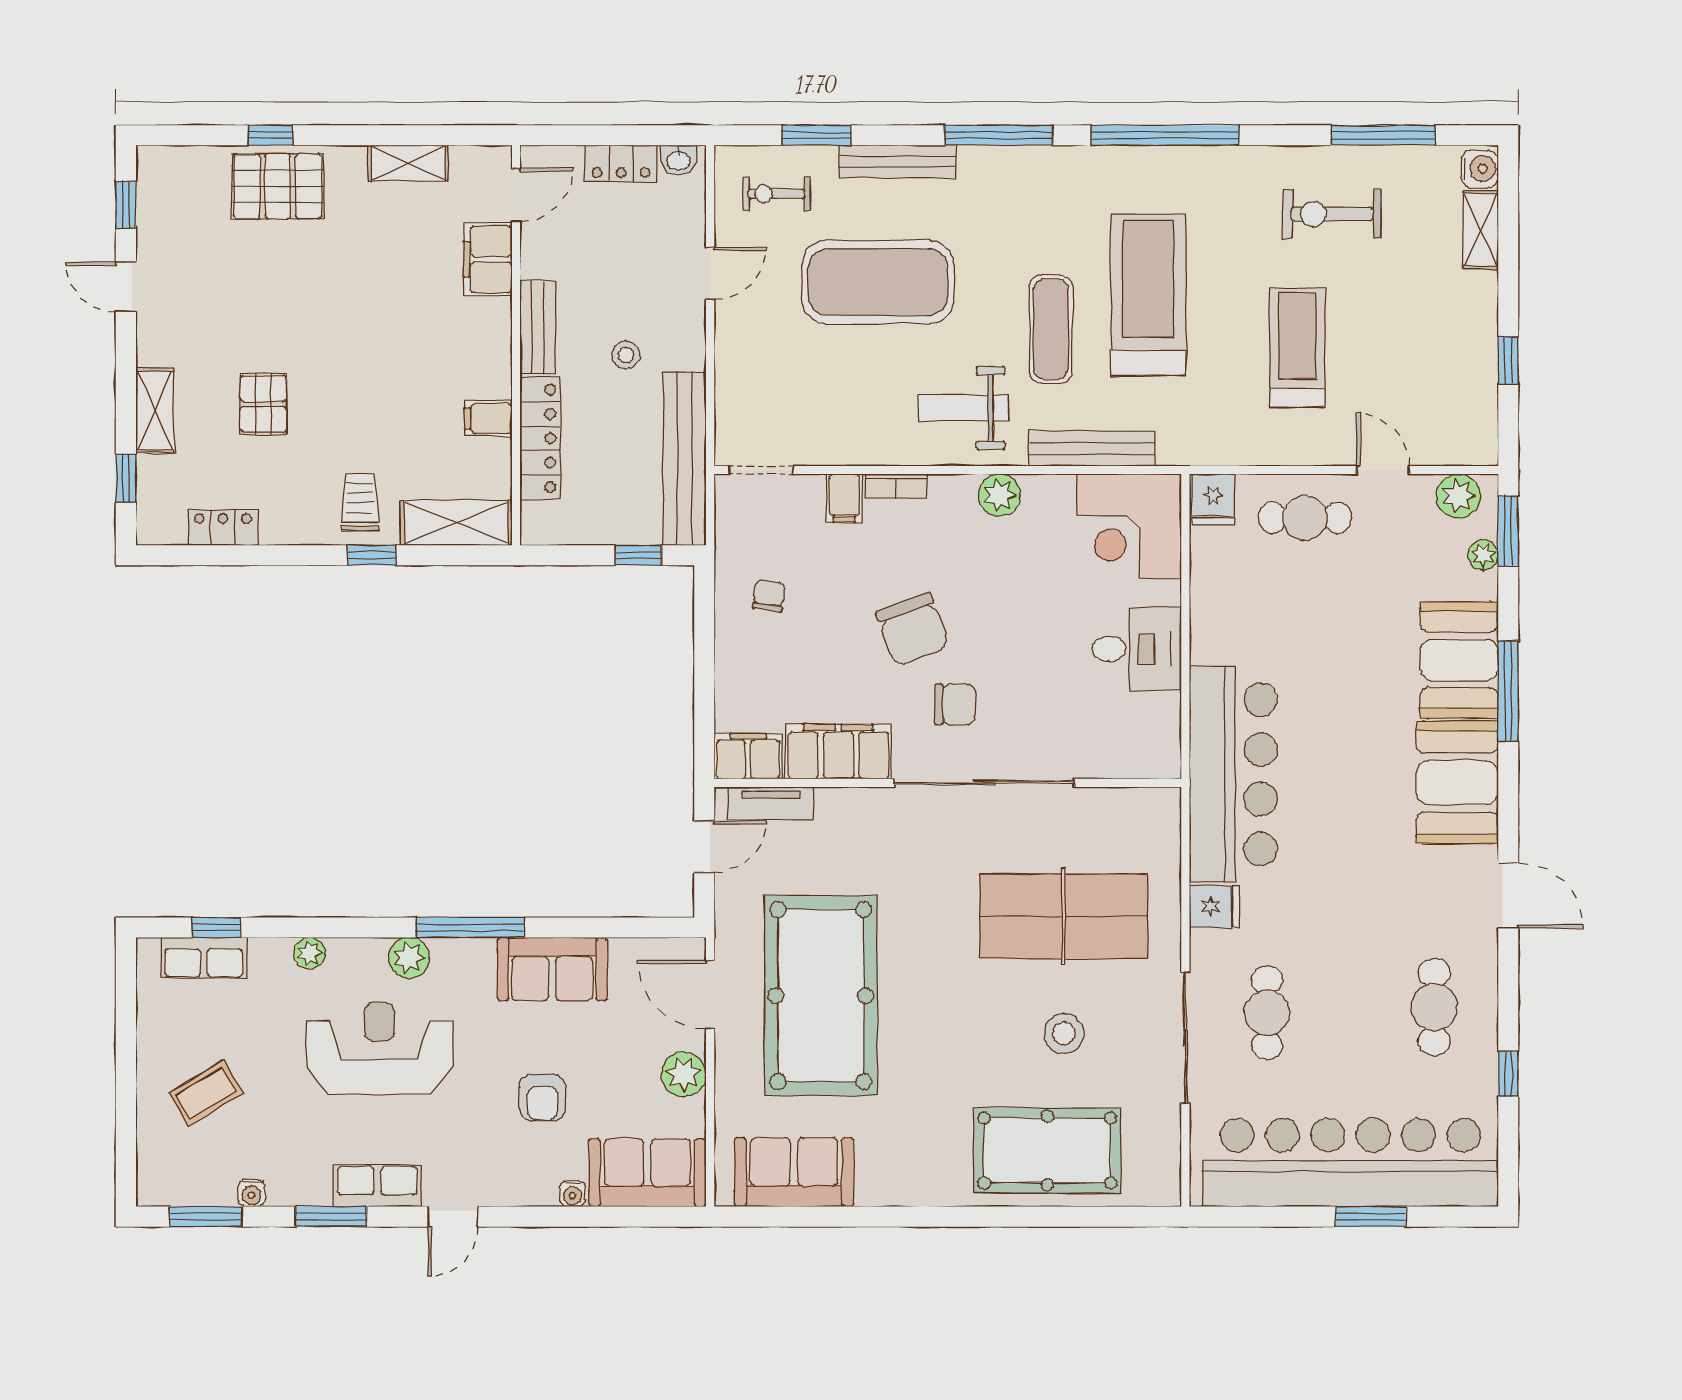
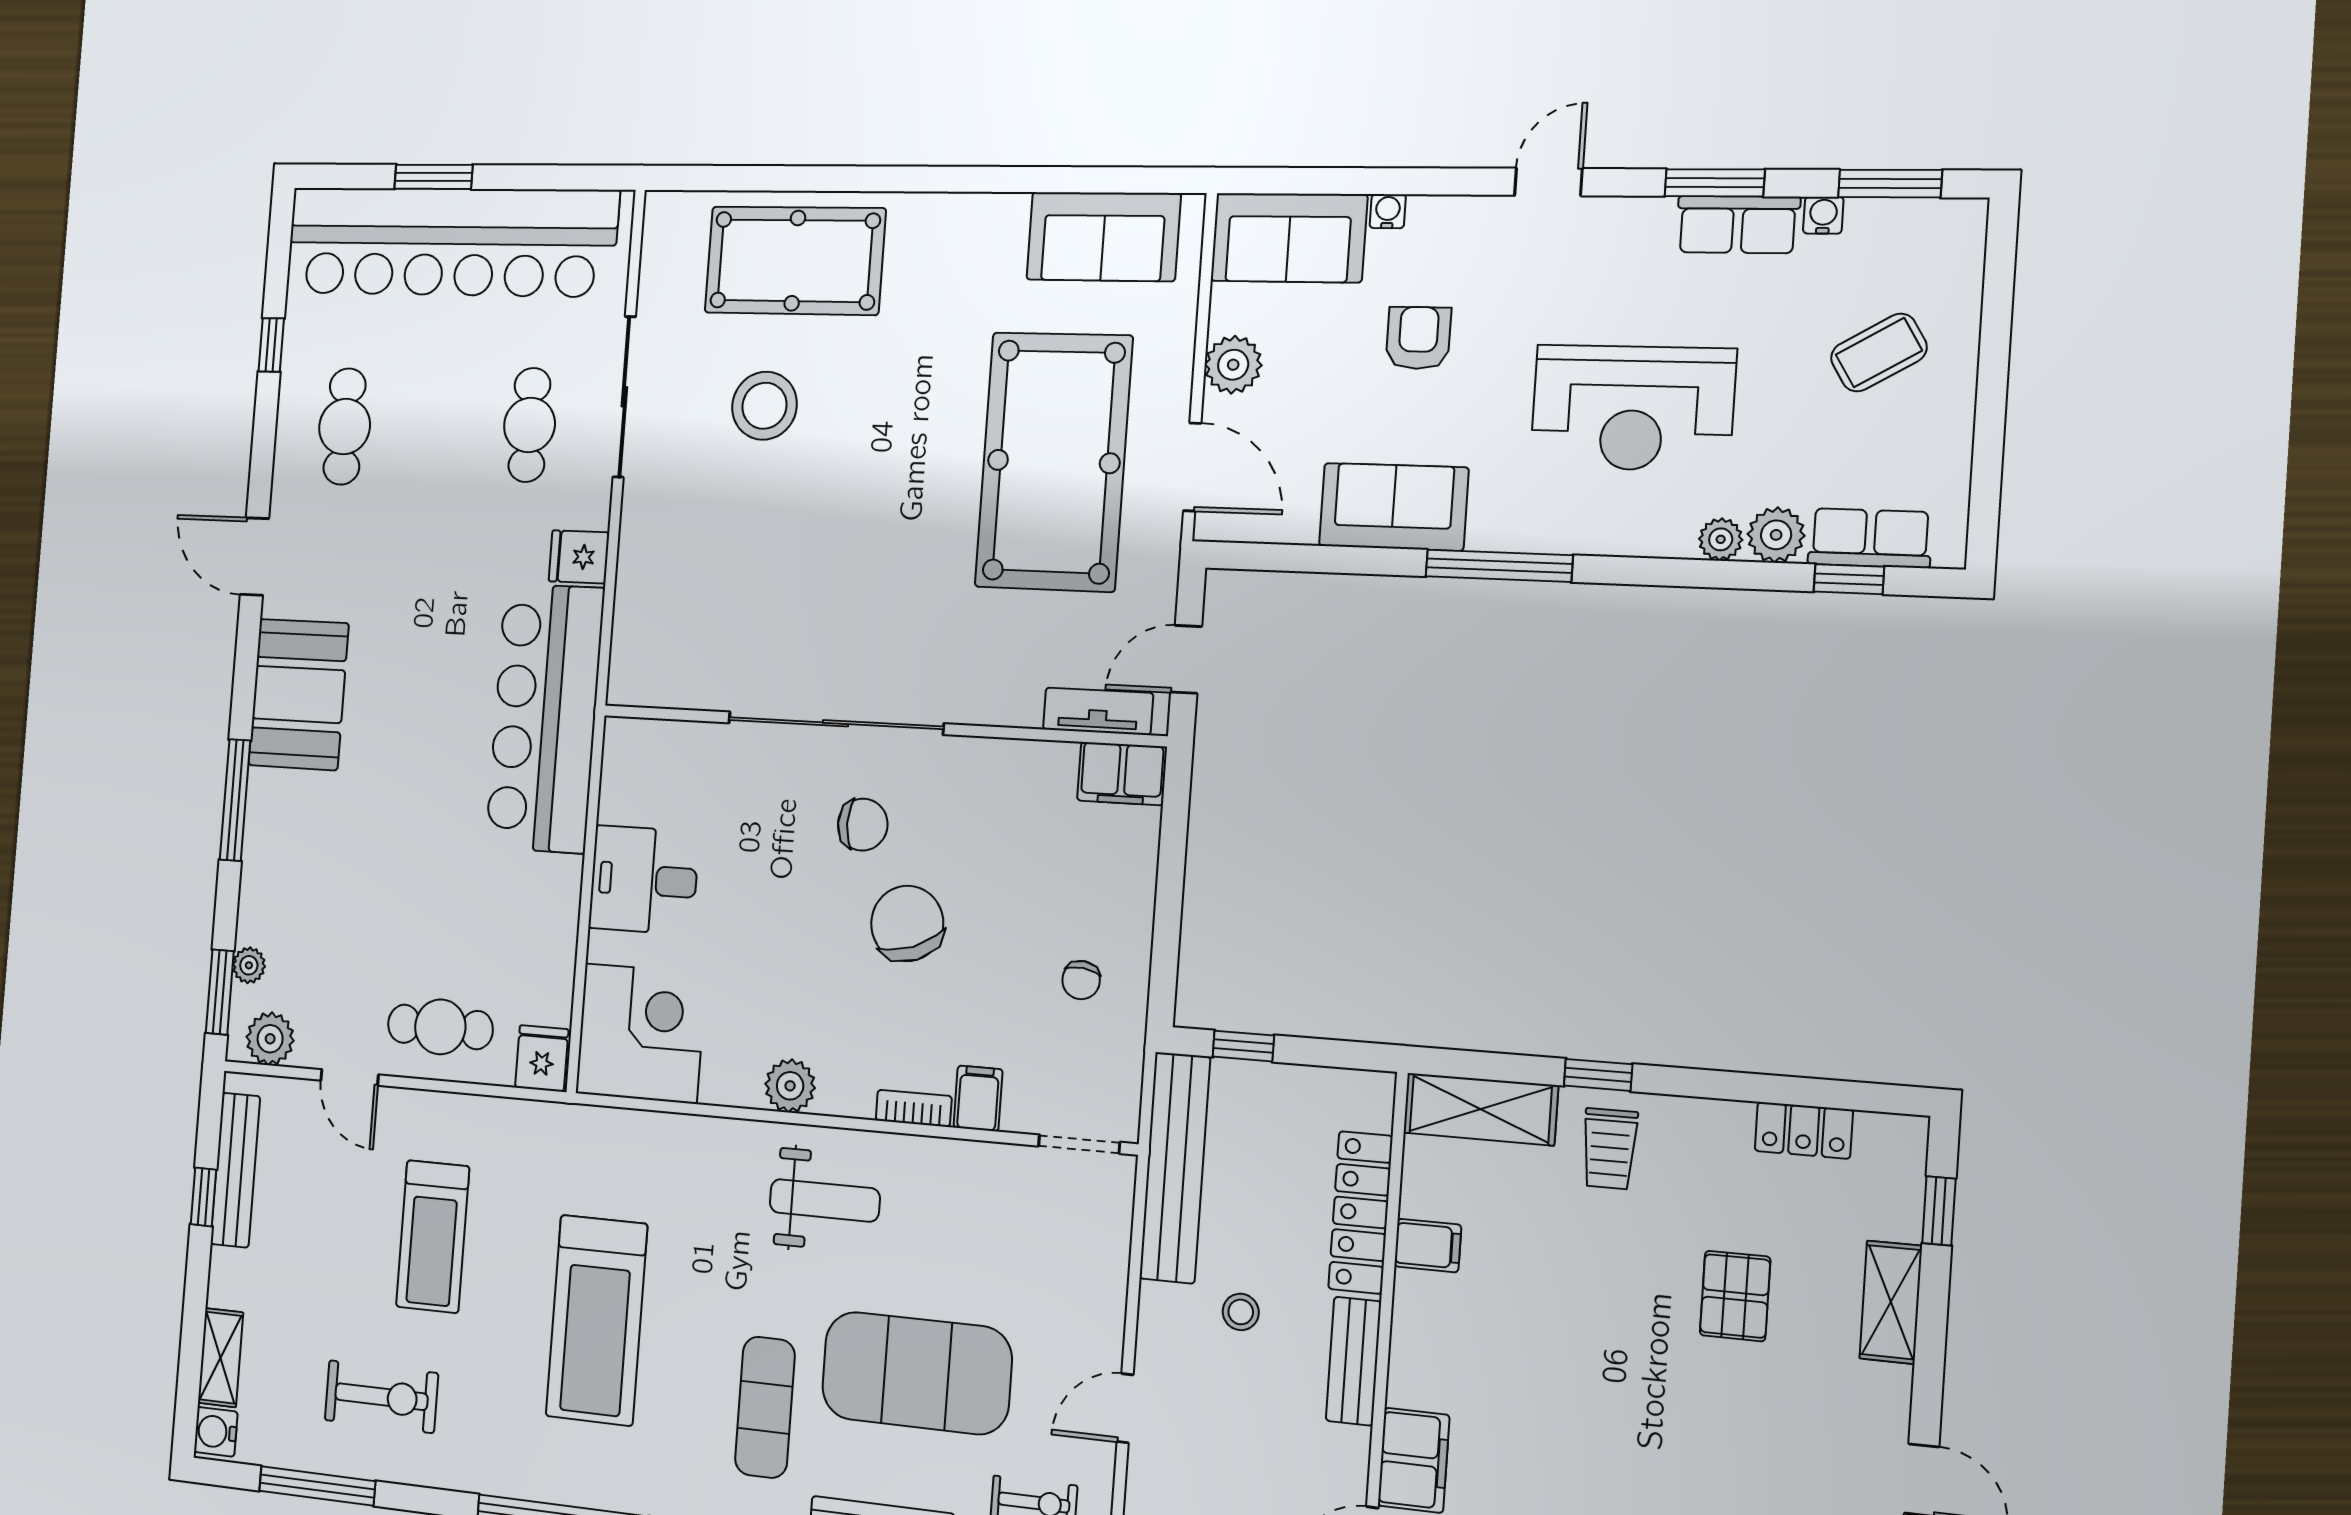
exercise mat: (1051, 329) -> (765, 1407), moved
bench: (1092, 448) -> (235, 1170), moved, turned 90
booth: (1459, 660) -> (284, 841), removed
chair: (955, 704) -> (863, 825), turned 180
filing cabinet: (838, 752) -> (1009, 773), removed
table tennis table: (1064, 916) -> (754, 552), removed
plant: (409, 958) -> (1776, 535), moved
stool: (1064, 1033) -> (764, 406), width x1.38, depth x1.38
row of seats: (377, 1186) -> (1738, 225), moved

